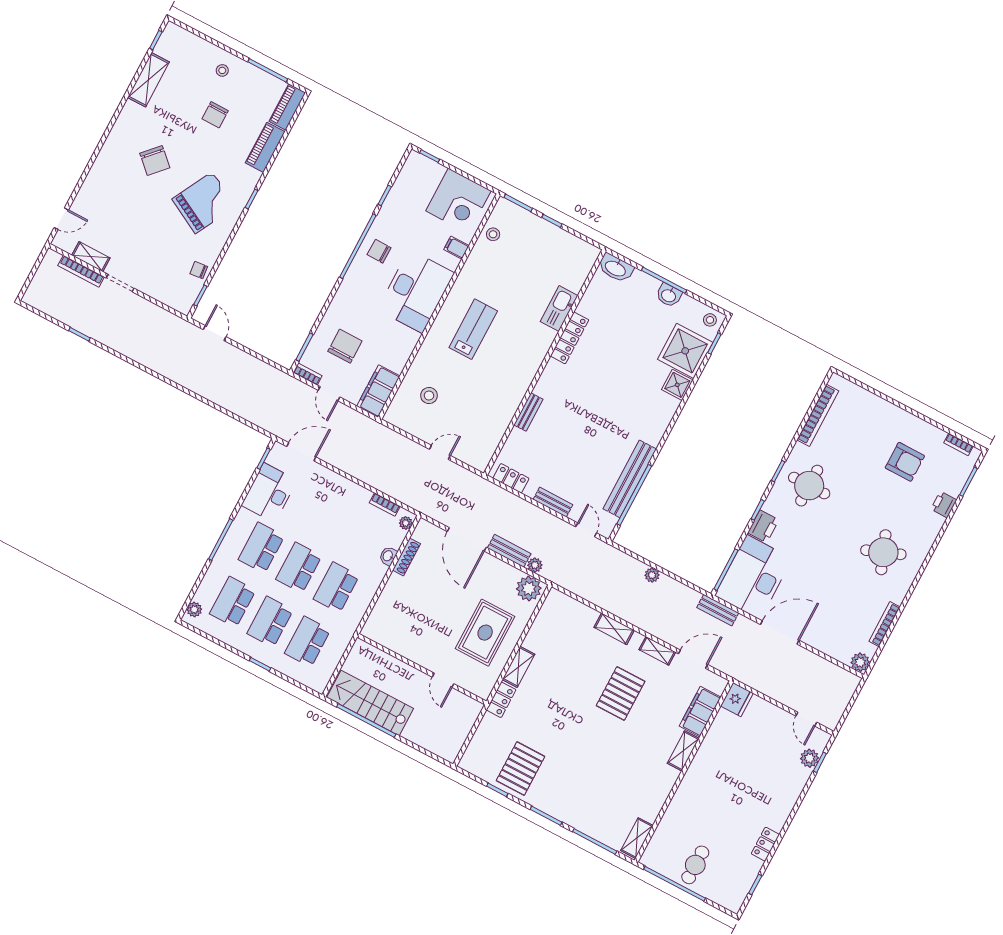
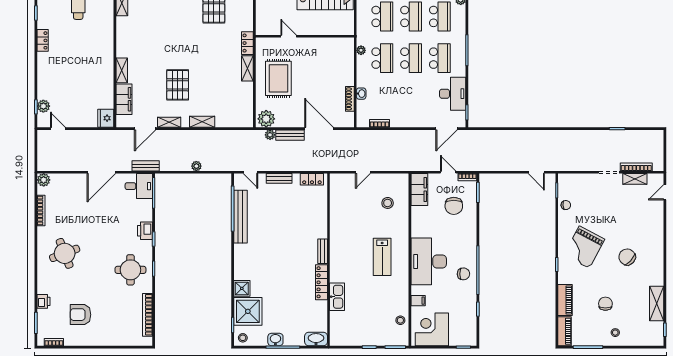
bench: (528, 412) -> (323, 251), moved
plant: (406, 523) -> (361, 50), moved
desk: (754, 577) -> (139, 186), width x0.53, depth x0.77

